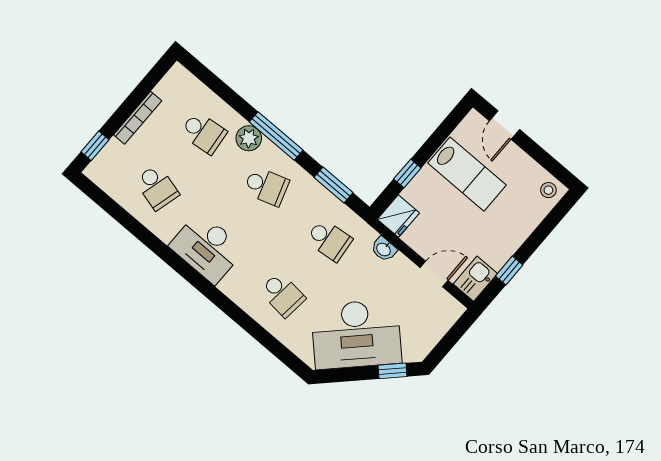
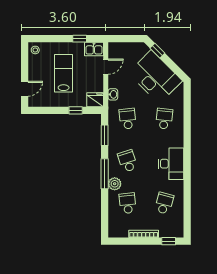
lab bench: (467, 174) -> (64, 73), moved
door: (434, 274) -> (106, 67), swing flipped

